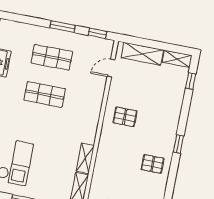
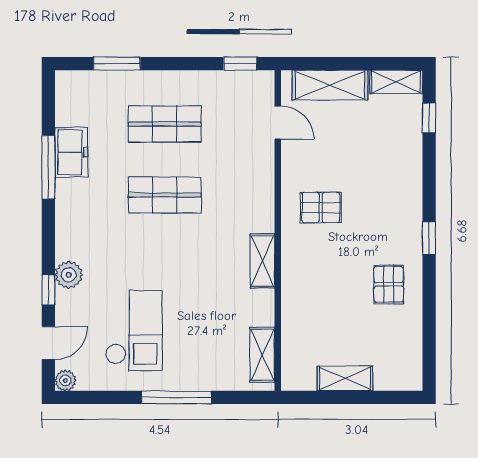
window: (63, 27) -> (117, 64), moved
door: (111, 68) -> (278, 123), swing flipped
shelving: (85, 158) -> (262, 261), moved
pallet: (153, 164) -> (389, 284), turned 90

